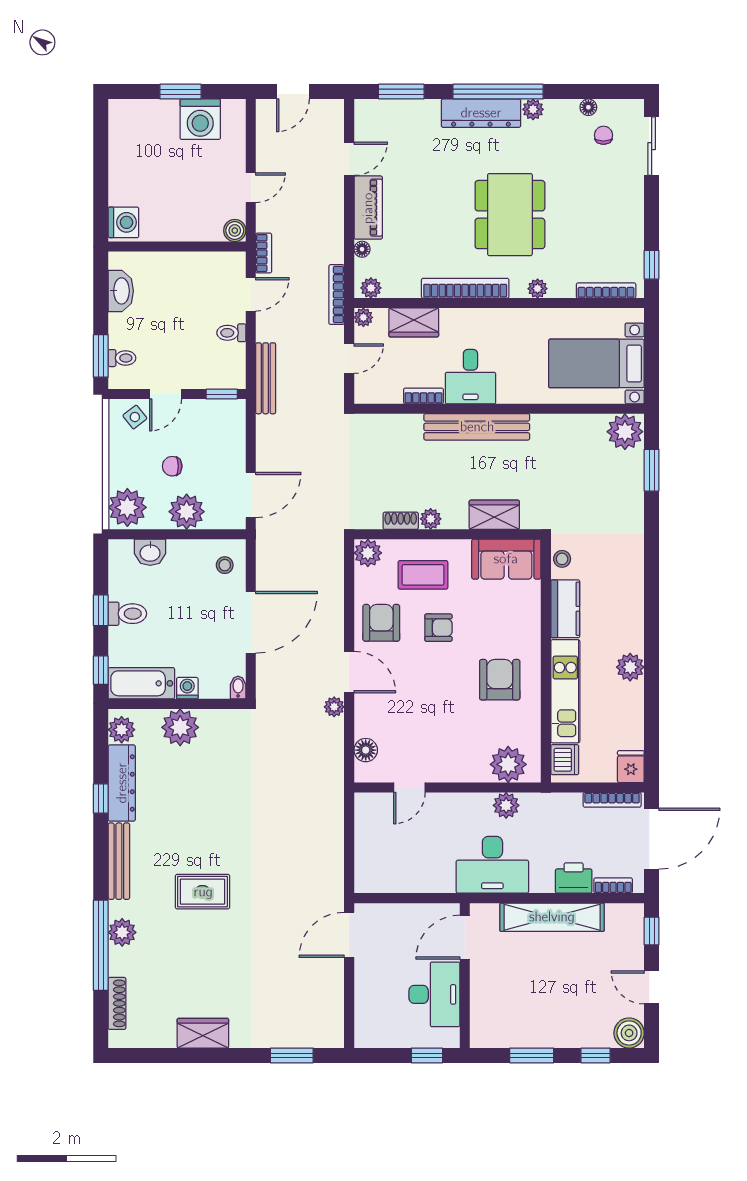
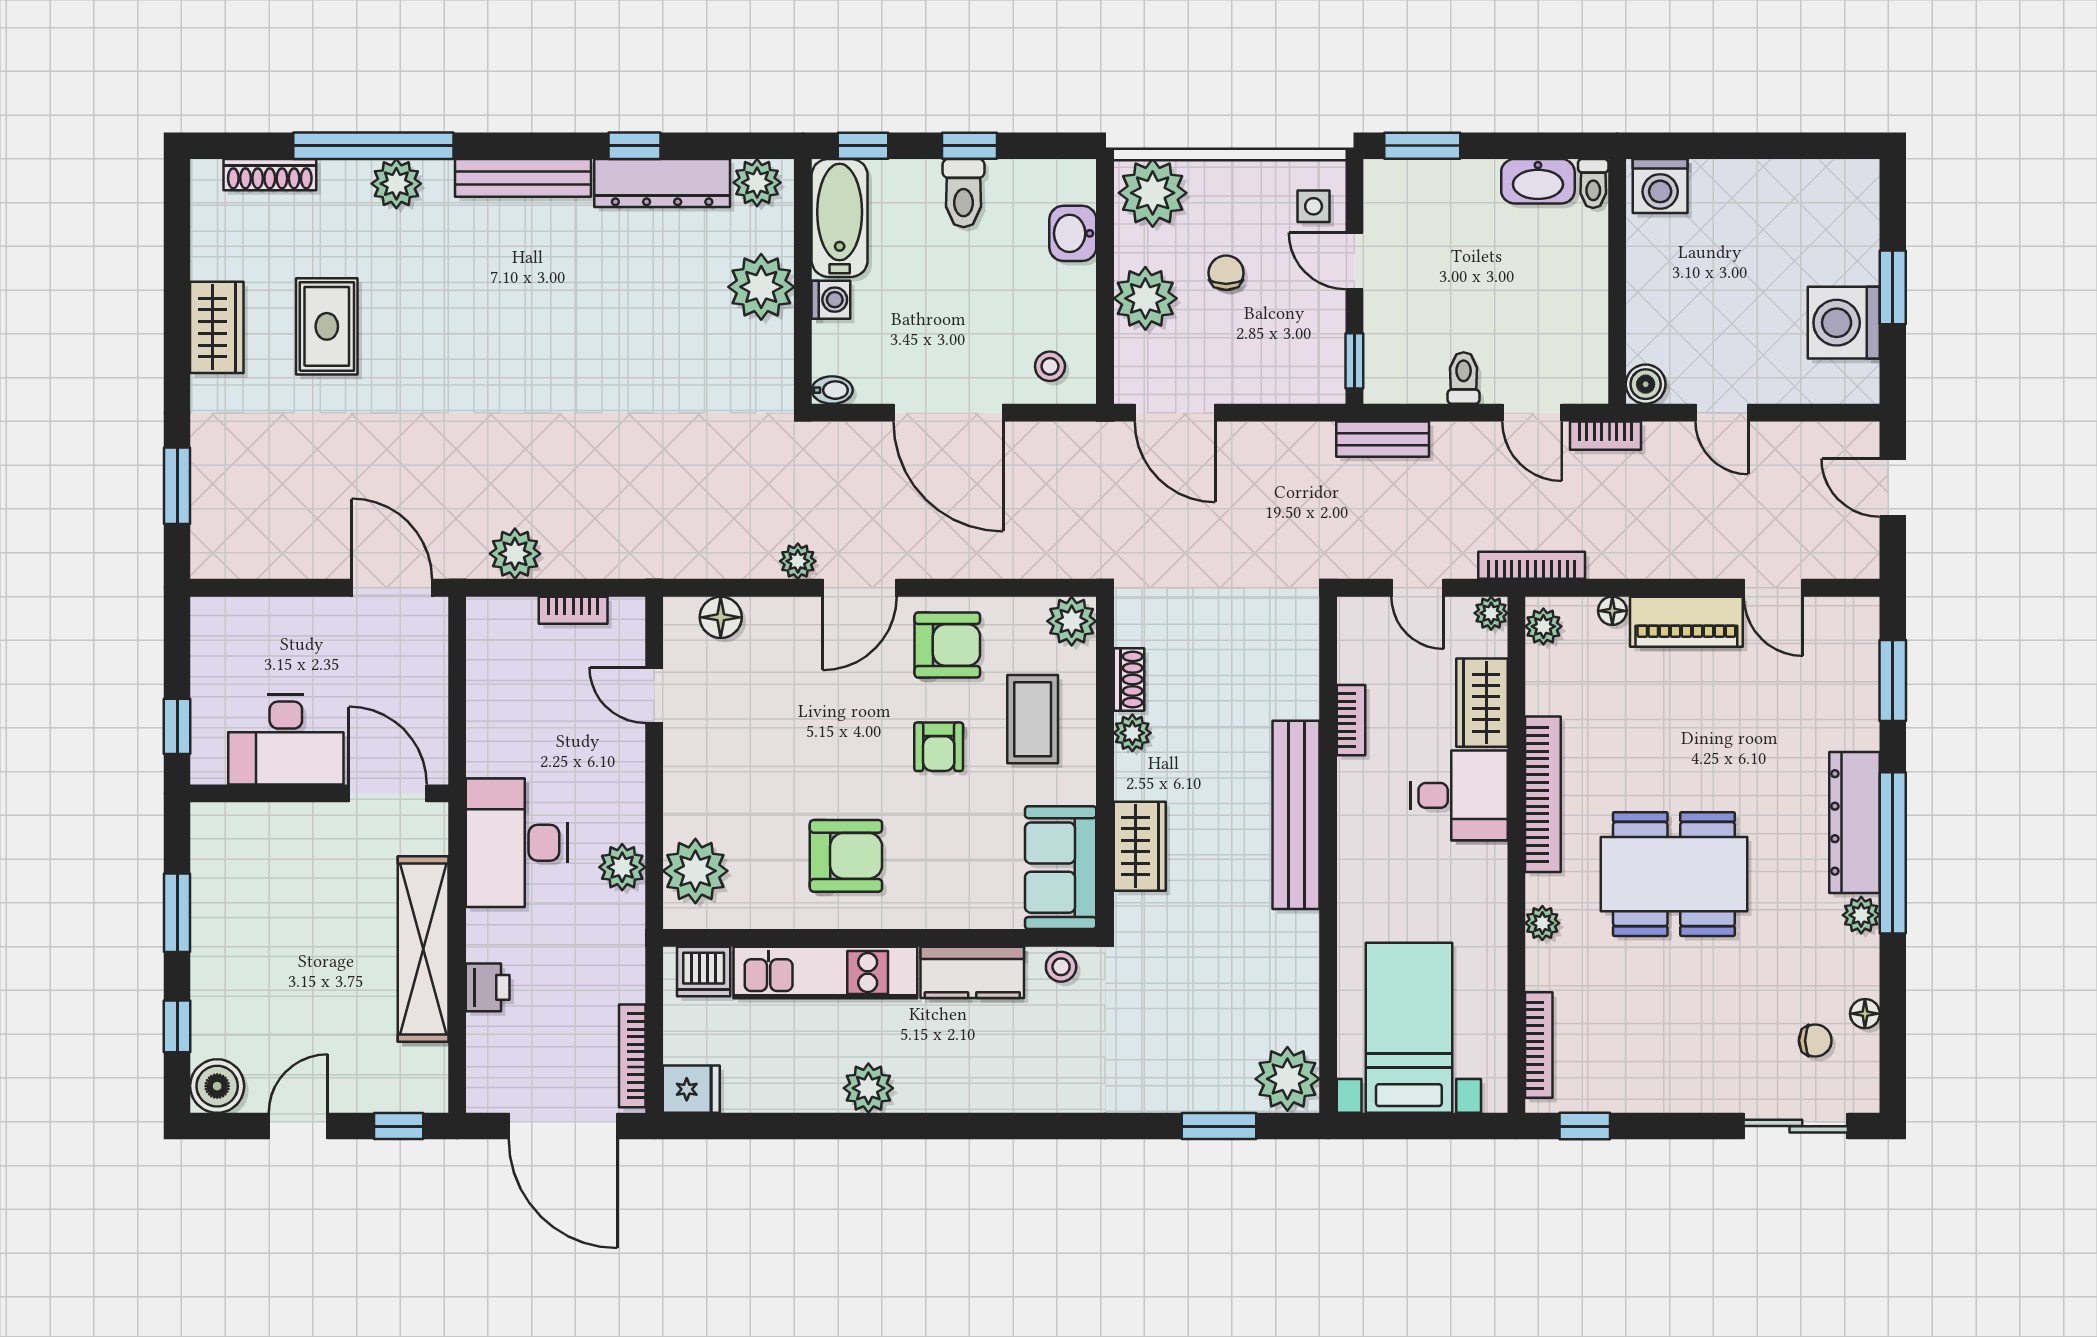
toilet: (122, 358) -> (1593, 183), moved
desk: (470, 377) -> (1459, 795), moved, turned 180
bench: (266, 378) -> (1383, 439), width x0.73
side table: (135, 417) -> (1314, 206), turned 38
plant: (330, 866) -> (515, 554), added
printer: (574, 878) -> (488, 987), width x0.73, depth x0.81
bookcase: (613, 886) -> (573, 610), moved, turned 90
rug: (203, 892) -> (327, 326), moved

